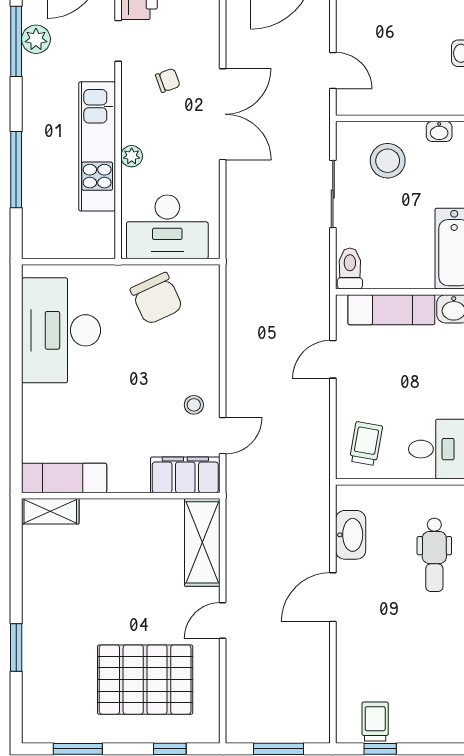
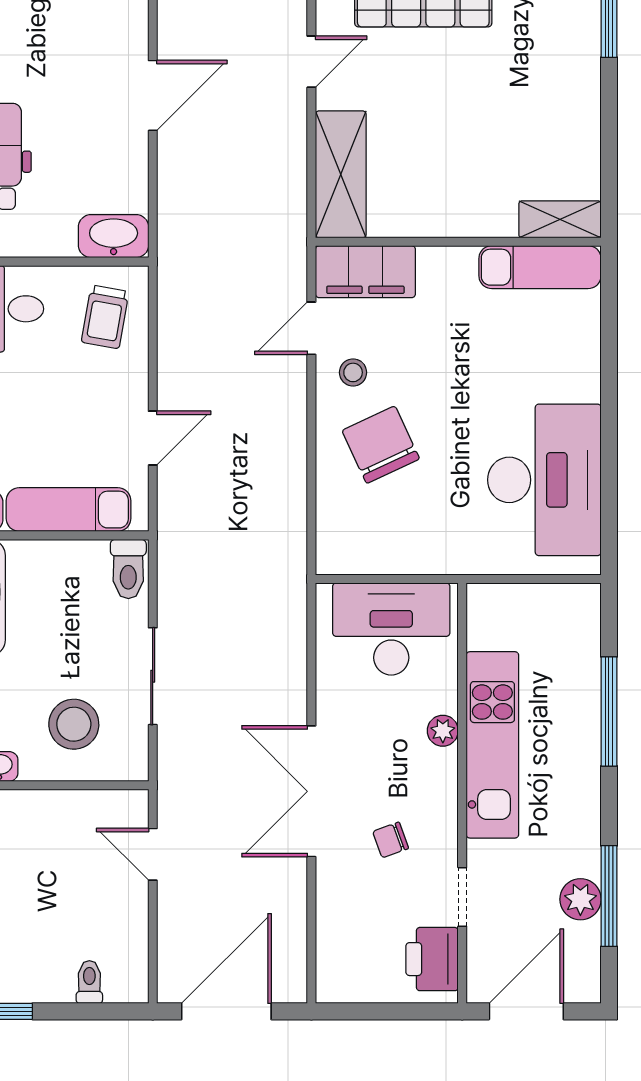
chair: (156, 299) -> (381, 445), moved
washbasin: (351, 535) -> (114, 236), moved, turned 90

